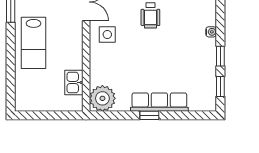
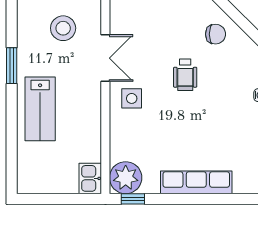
kitchen sink: (74, 83) -> (90, 178), moved
window: (149, 115) -> (133, 199), moved

